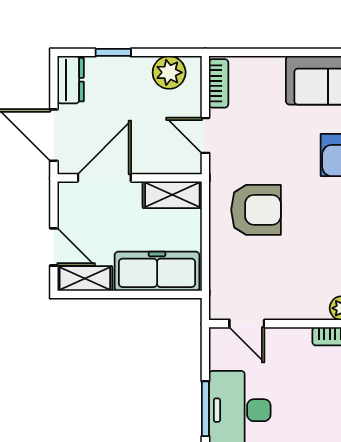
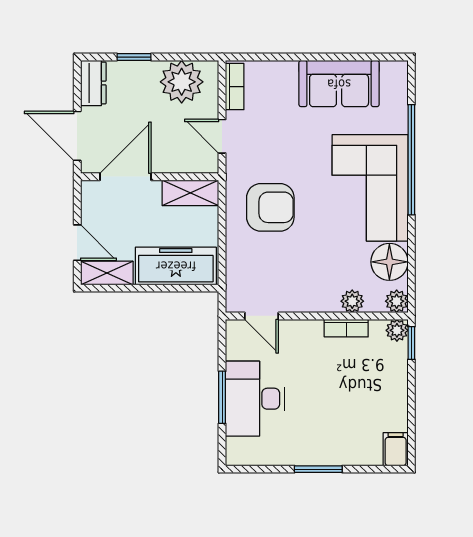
plant: (169, 72) -> (182, 82), width x1.36, depth x1.36

